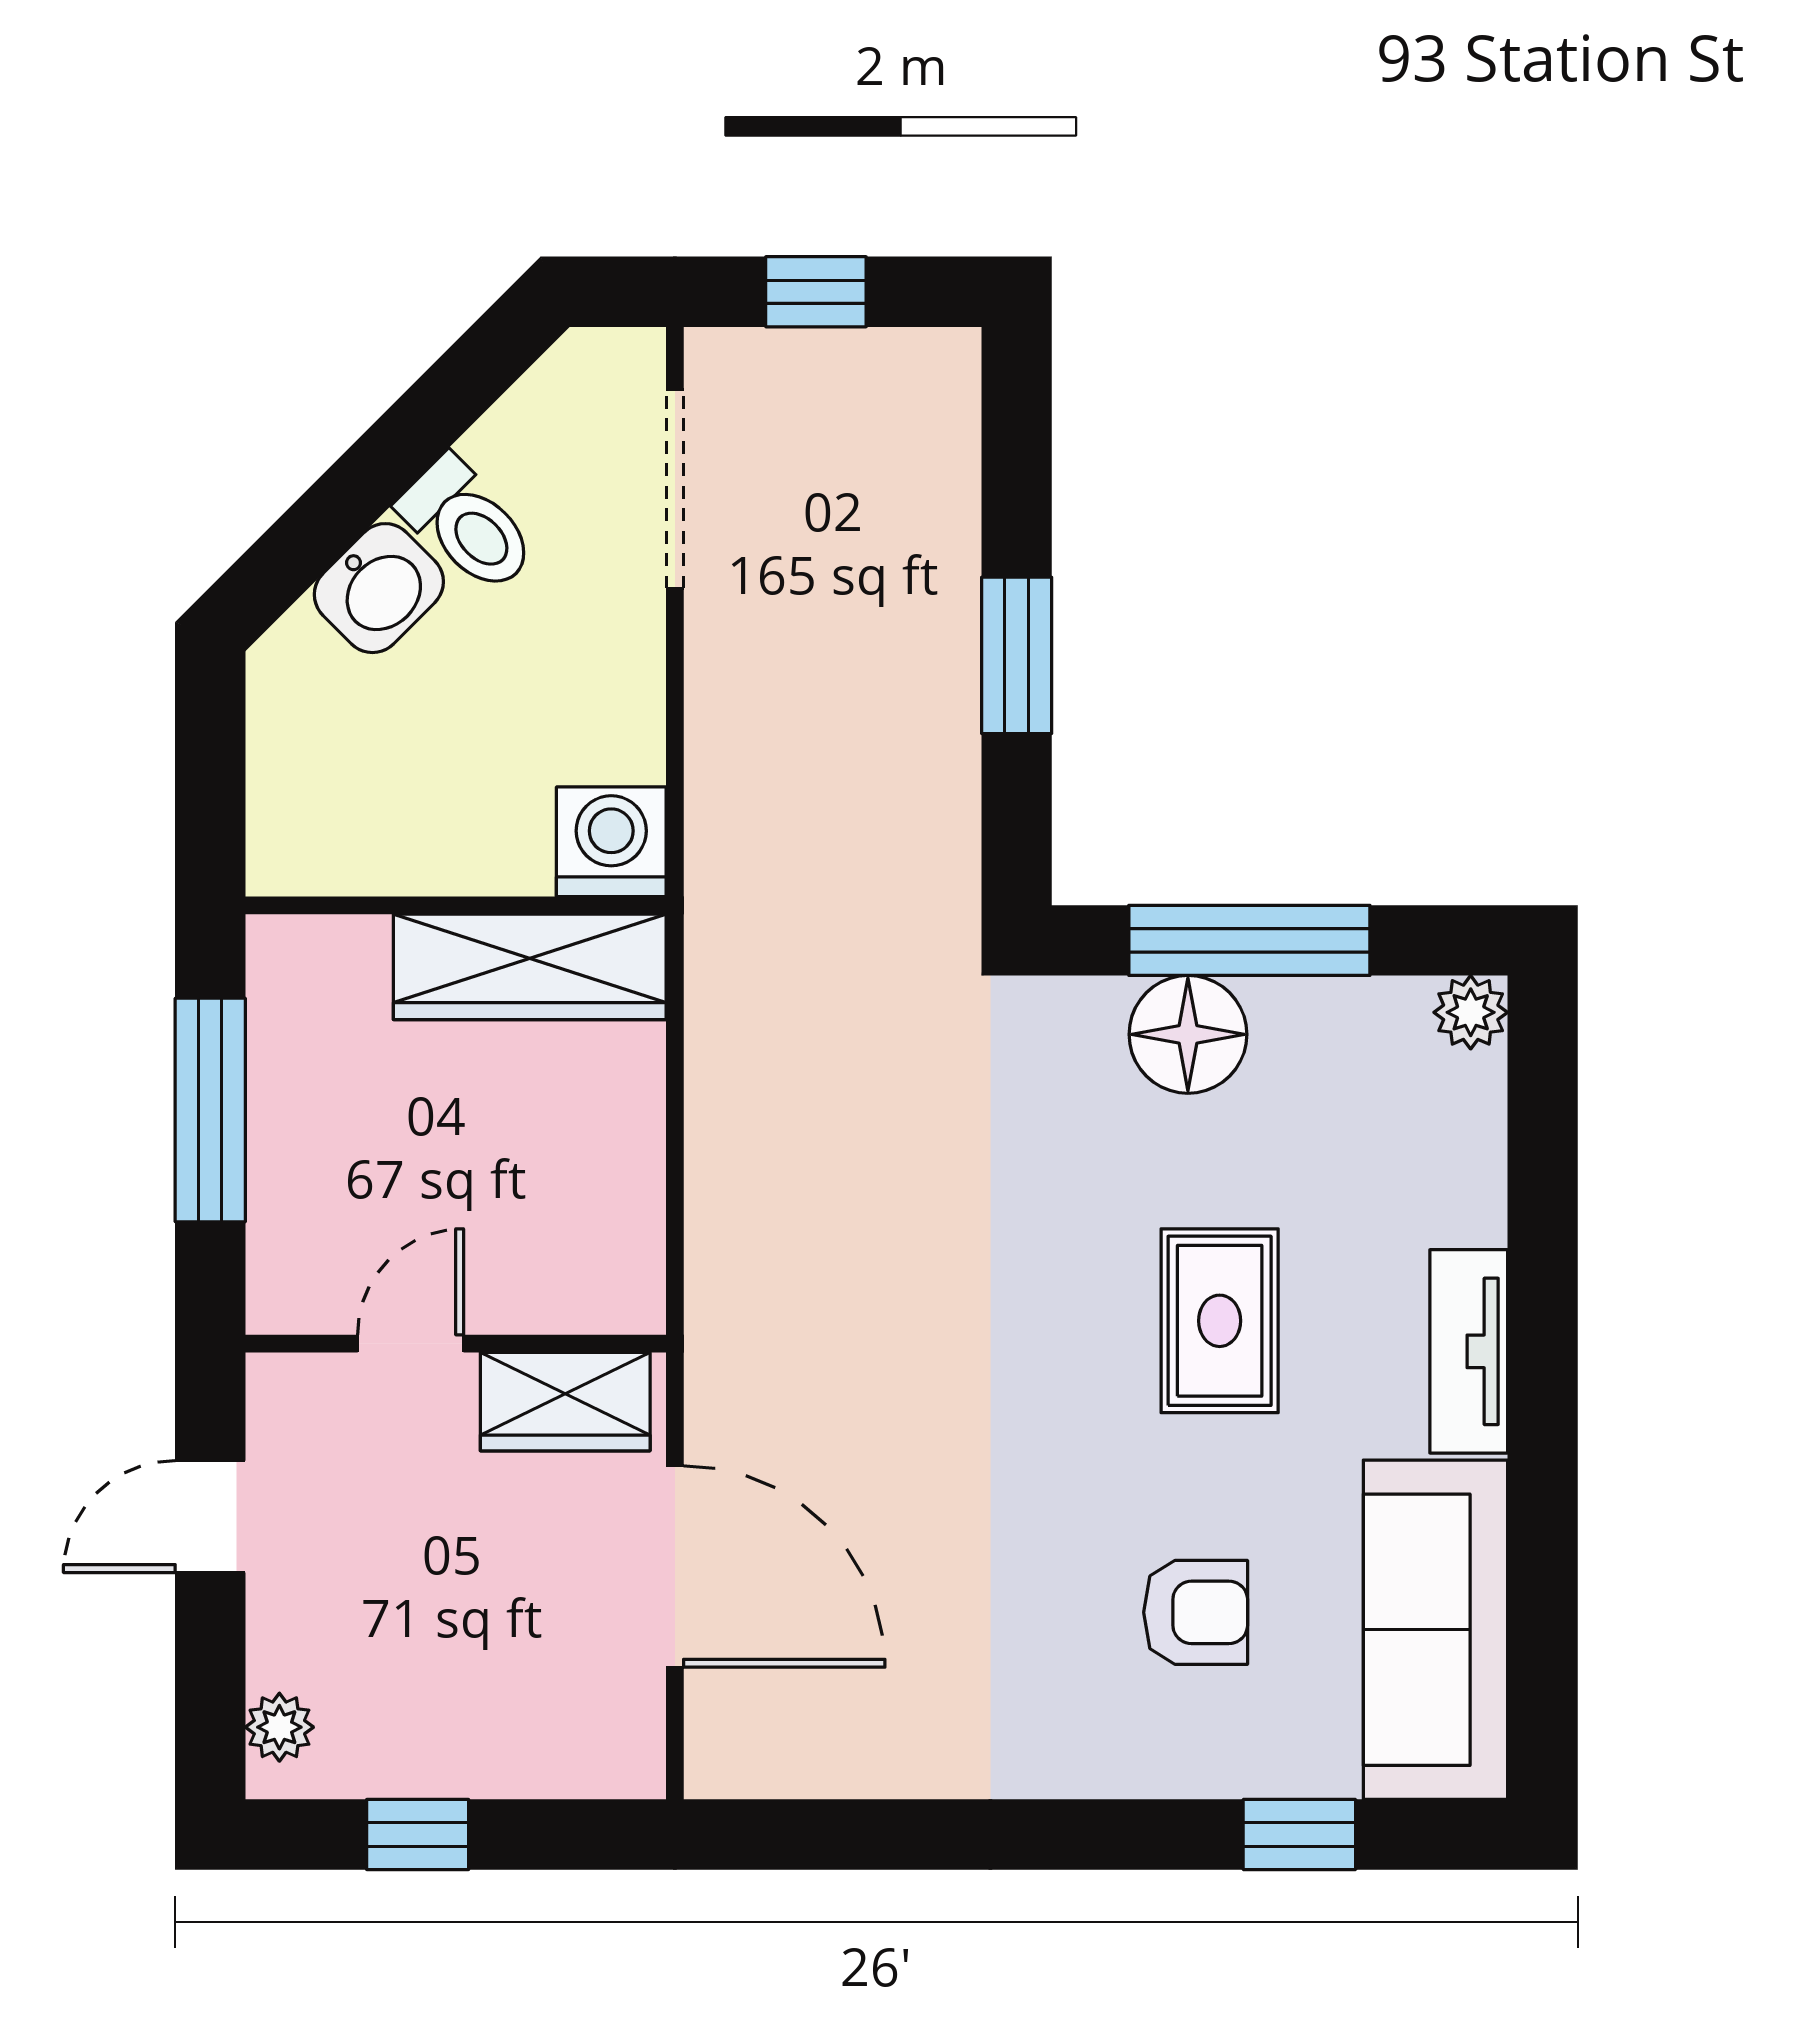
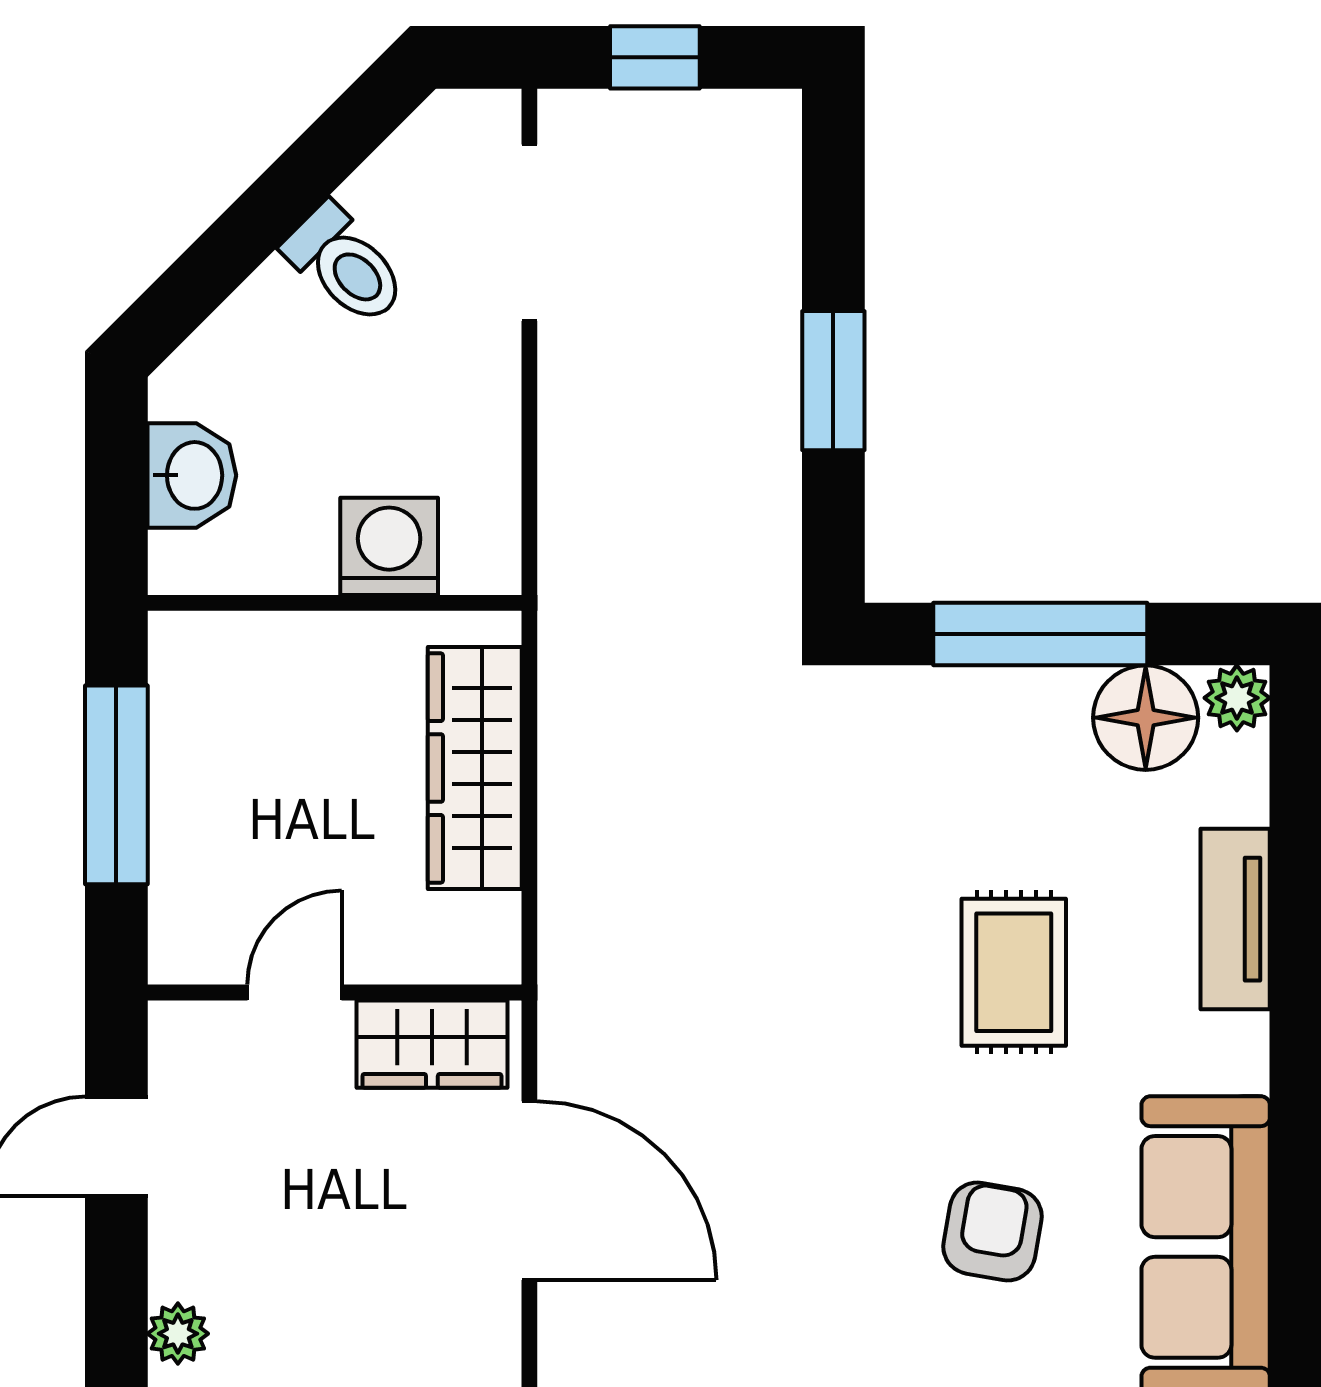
washbasin: (379, 588) -> (192, 475), moved, turned -45
washing machine: (611, 842) -> (389, 546), moved
wardrobe: (530, 967) -> (475, 768), moved, turned 90
floor lamp: (1188, 1034) -> (1146, 718), moved
tv unit: (1469, 1351) -> (1235, 919), moved
armchair: (1196, 1612) -> (992, 1231), turned -80

